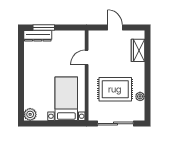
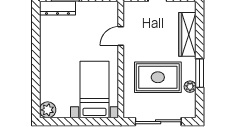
wardrobe: (138, 50) -> (187, 34), width x1.50
window: (147, 86) -> (200, 73), added

